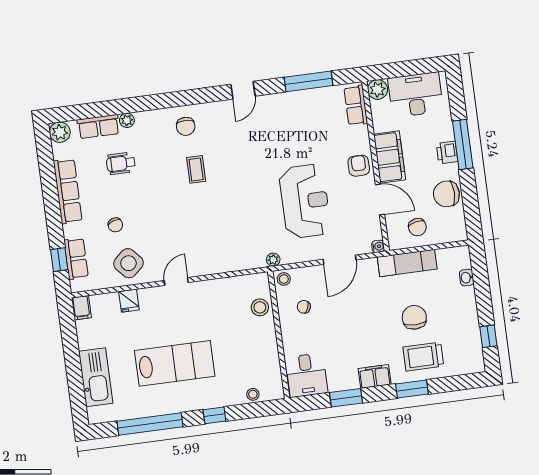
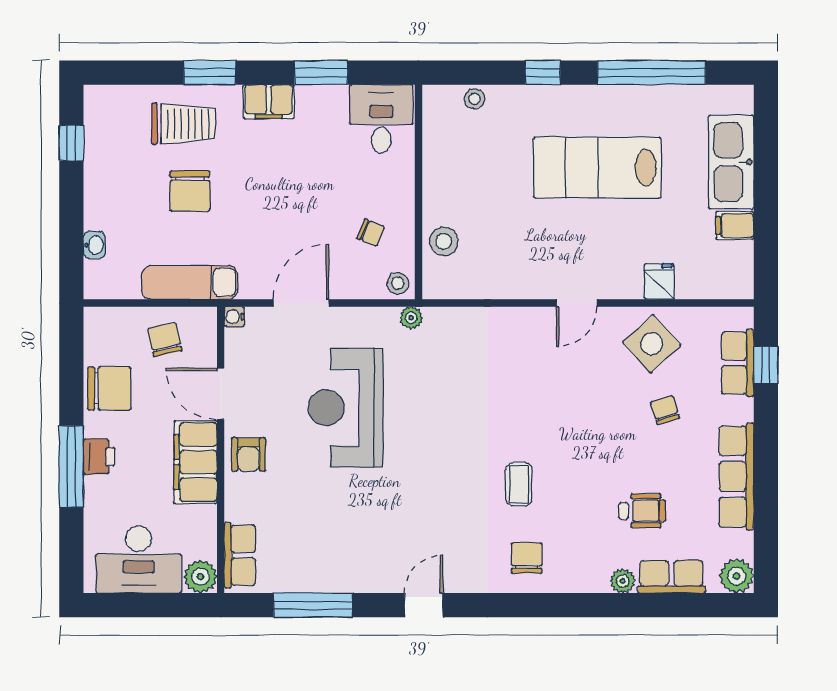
filing cabinet: (81, 308) -> (735, 226), moved, turned -90

